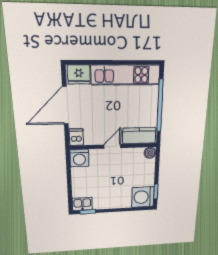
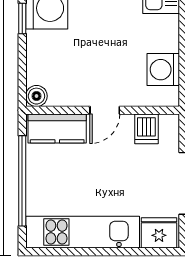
dishwasher: (76, 137) -> (146, 129), moved
washing machine: (79, 158) -> (163, 70), moved, turned -90

